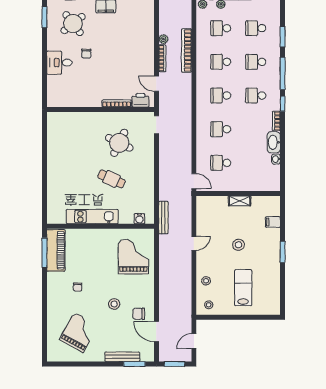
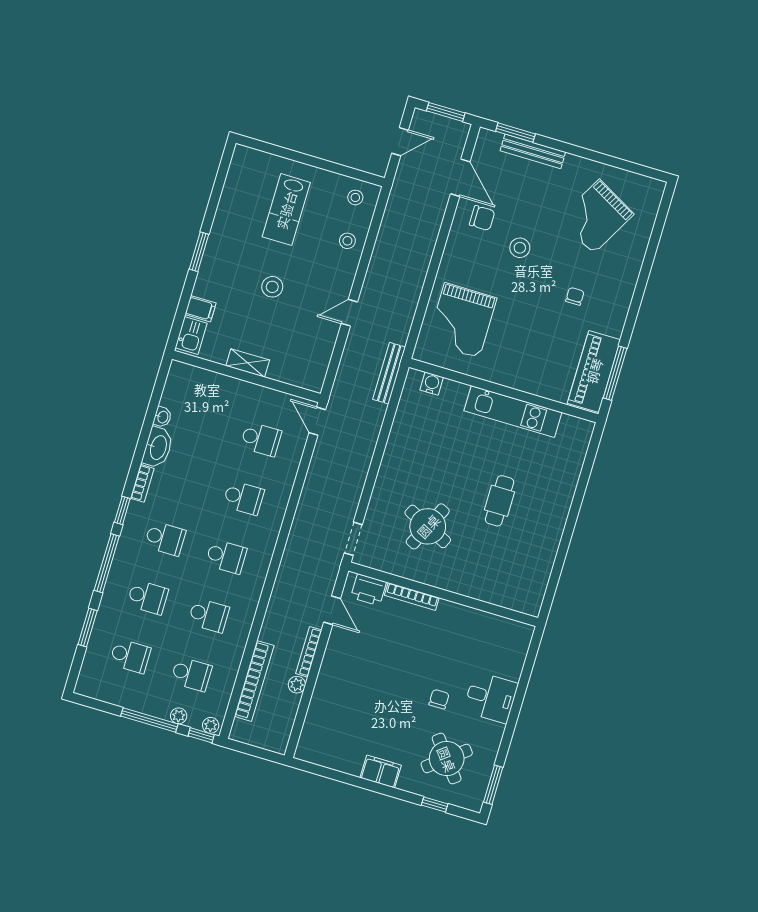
bookcase: (187, 51) -> (254, 681), moved
cafe table: (111, 179) -> (500, 501), moved, turned 66
kitchen sink: (274, 207) -> (191, 335), added

